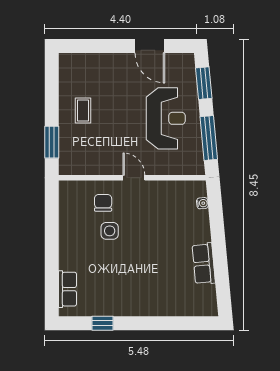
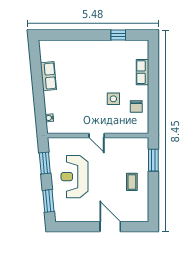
door: (150, 46) -> (110, 227), moved
window: (209, 138) -> (45, 163), width x0.69
chair: (103, 203) -> (136, 106), moved
row of seats: (67, 289) -> (143, 72), moved

